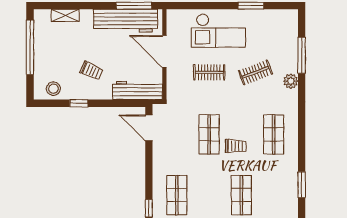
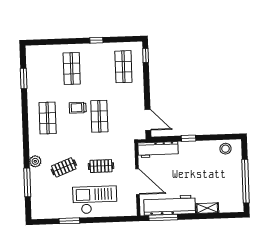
shelving: (65, 15) -> (207, 208), moved
trolley: (91, 71) -> (195, 164), removed
window: (79, 103) -> (189, 138), moved

